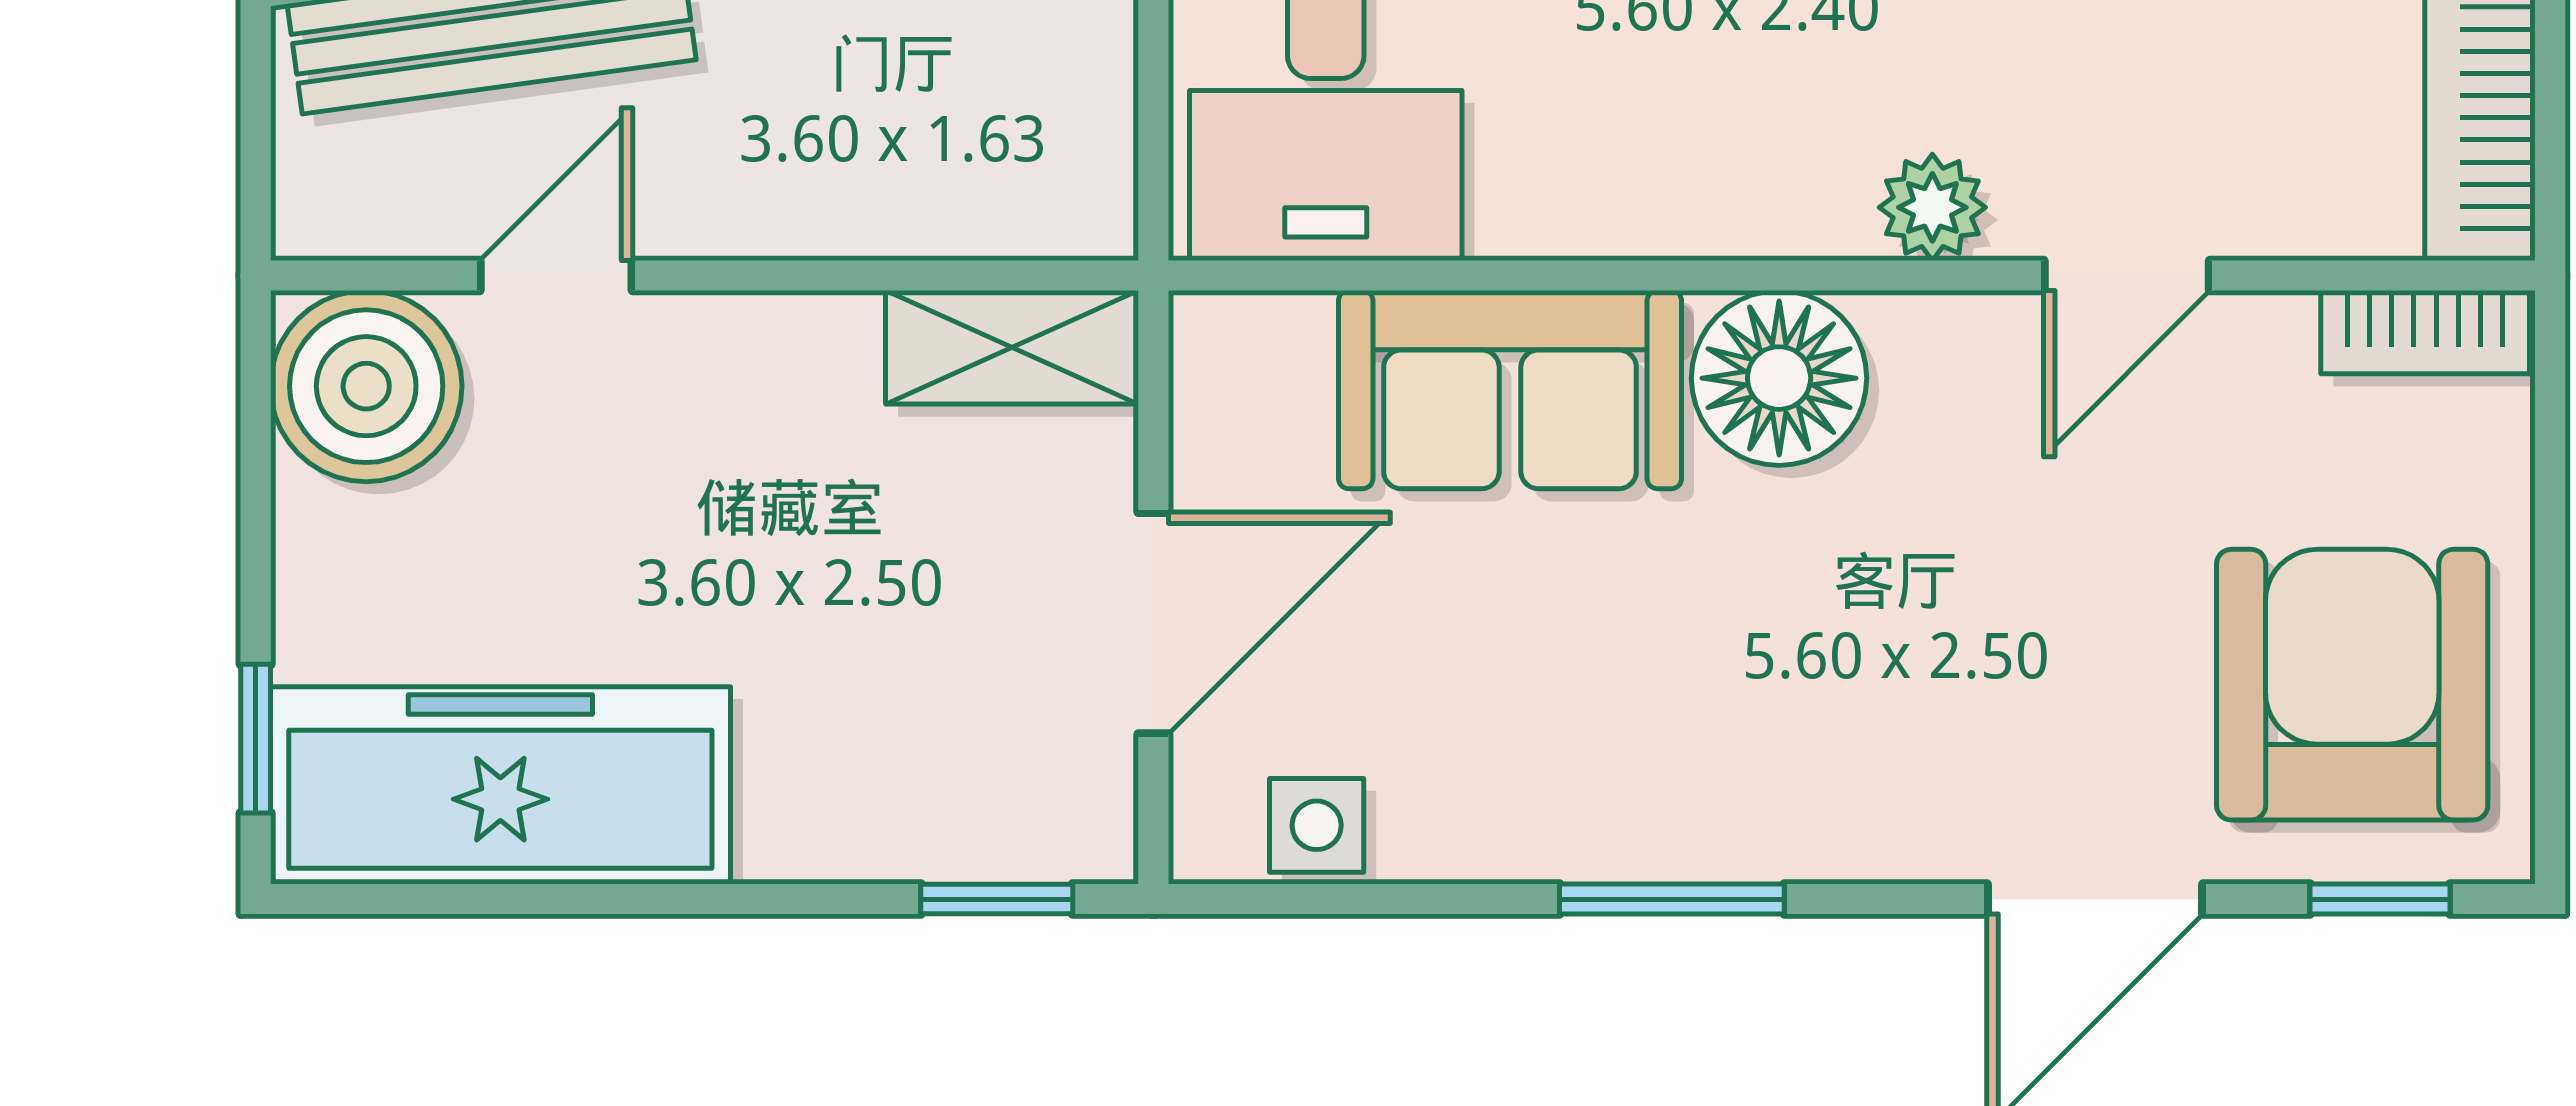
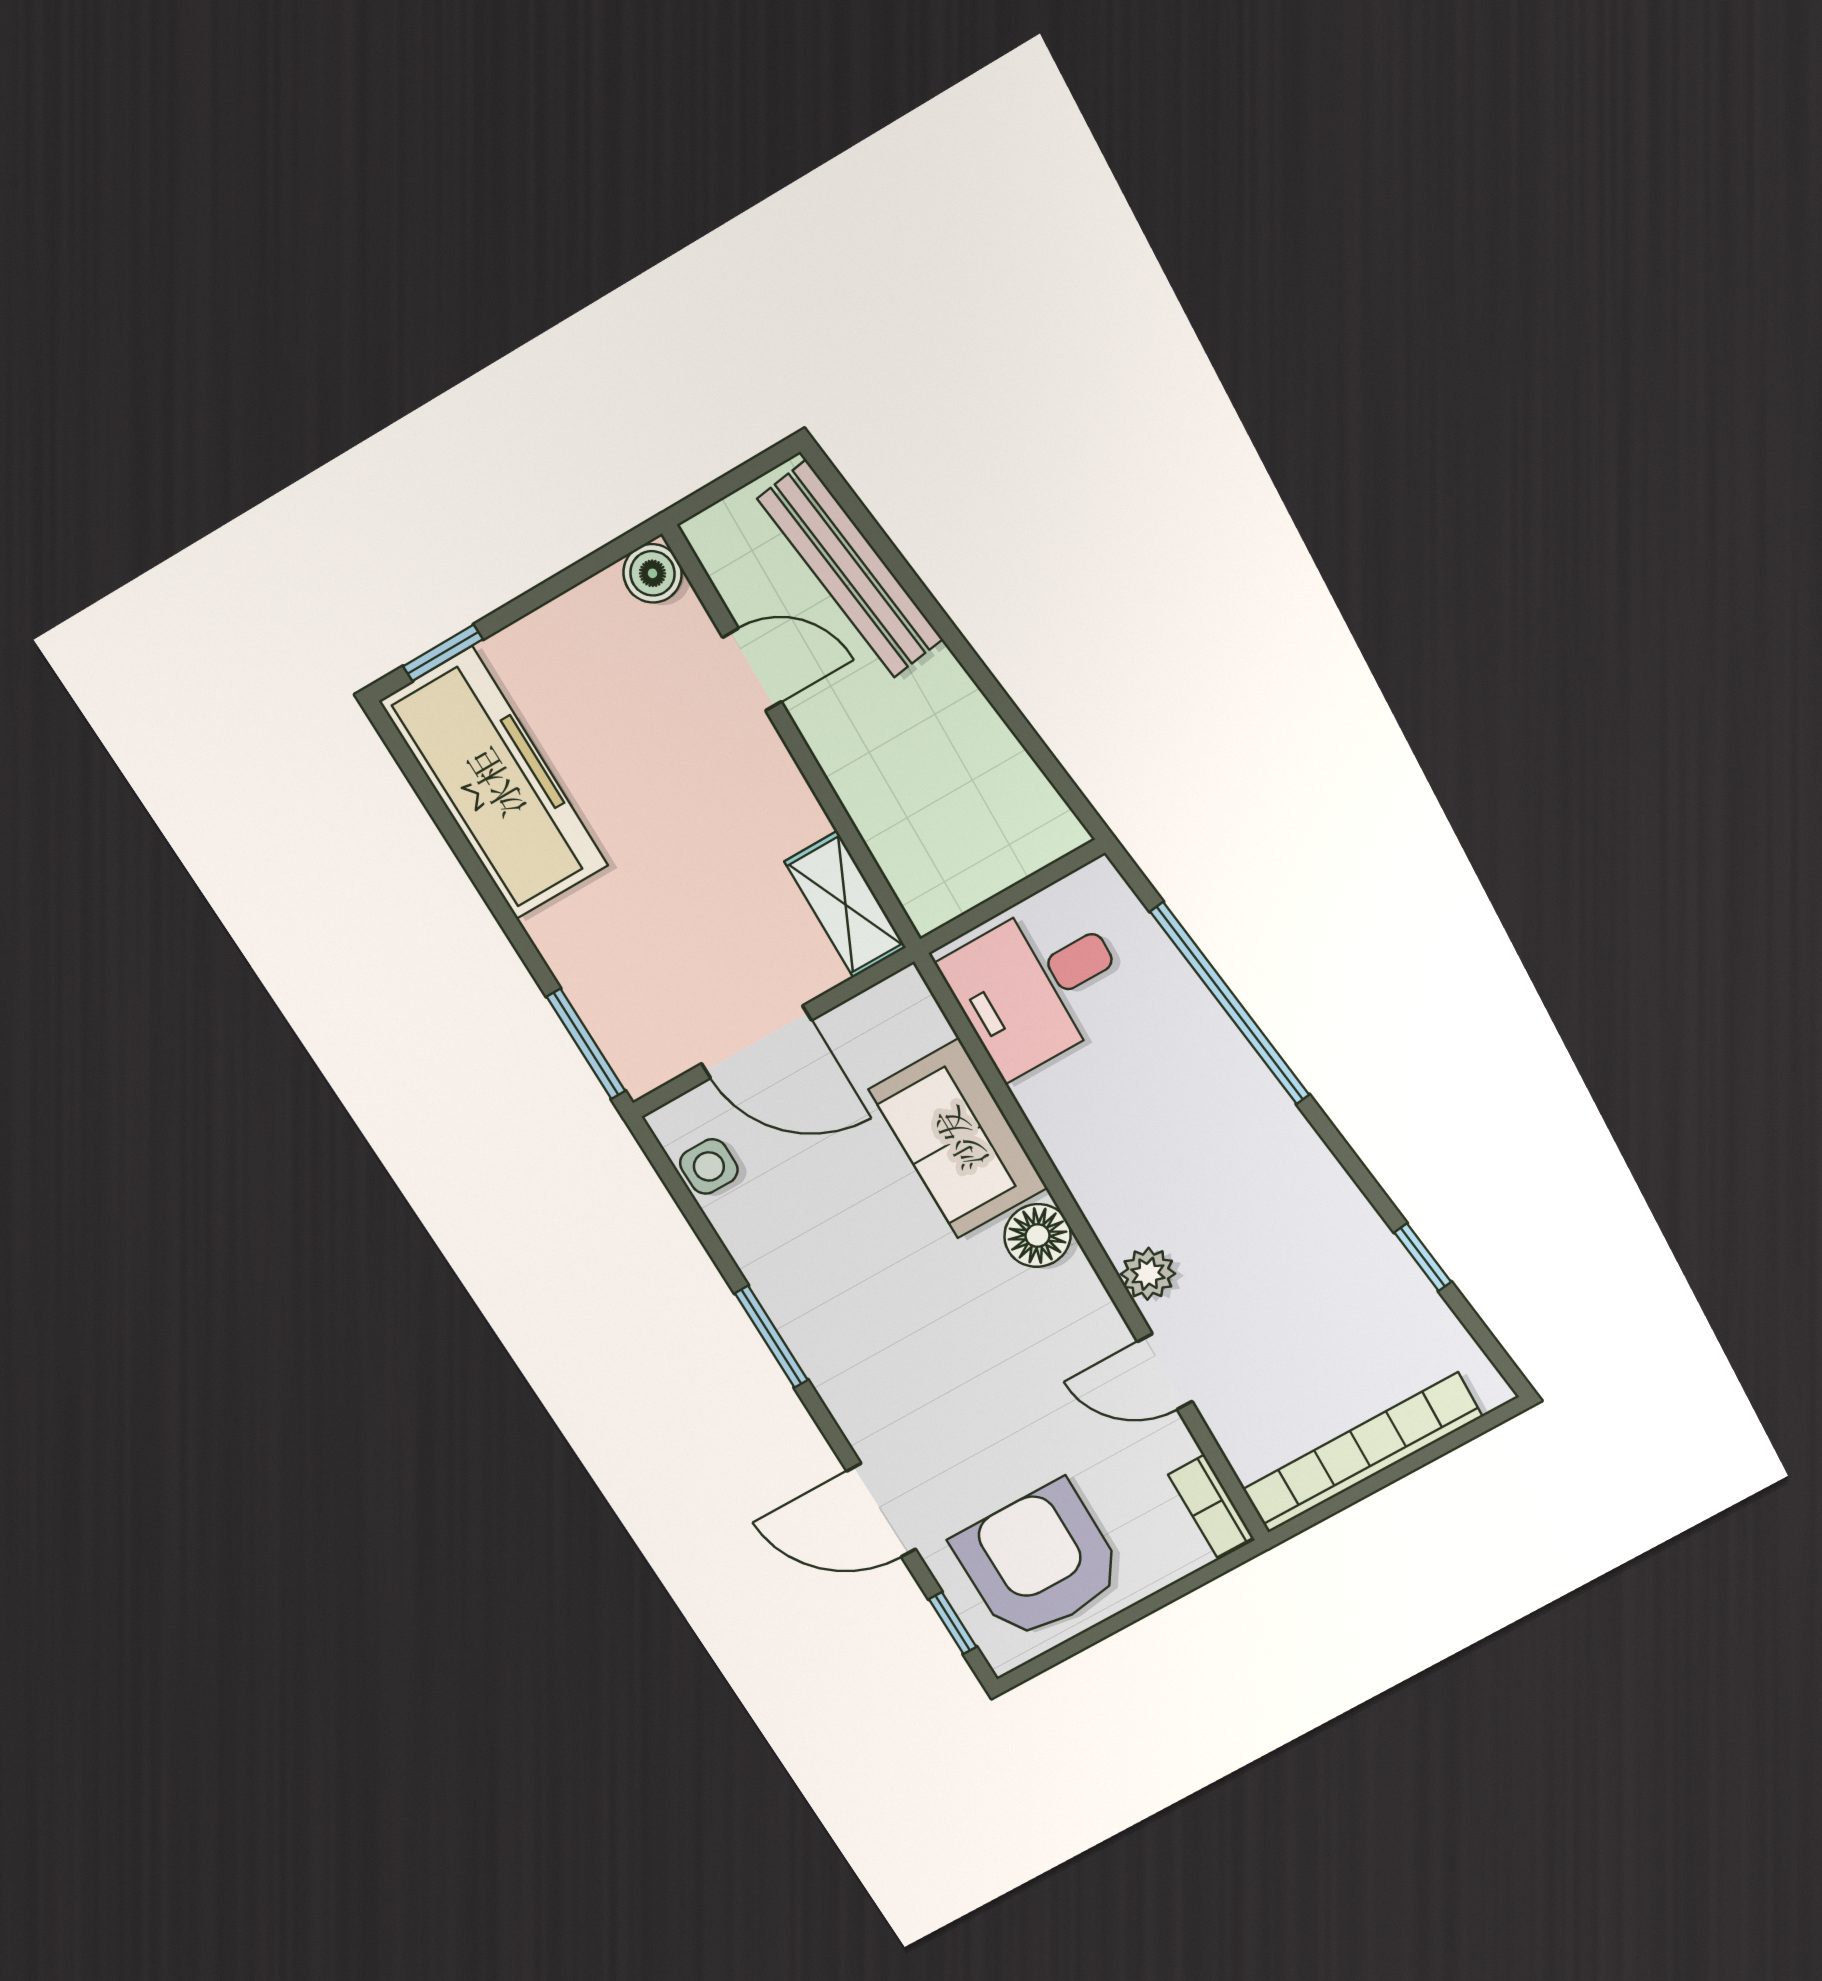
floor lamp: (1779, 378) -> (1038, 1236), width x0.73, depth x0.73
boiler: (366, 386) -> (652, 573), width x0.54, depth x0.54
armchair: (2352, 685) -> (1039, 1561), turned -90
window: (997, 899) -> (586, 1044), width x1.50

